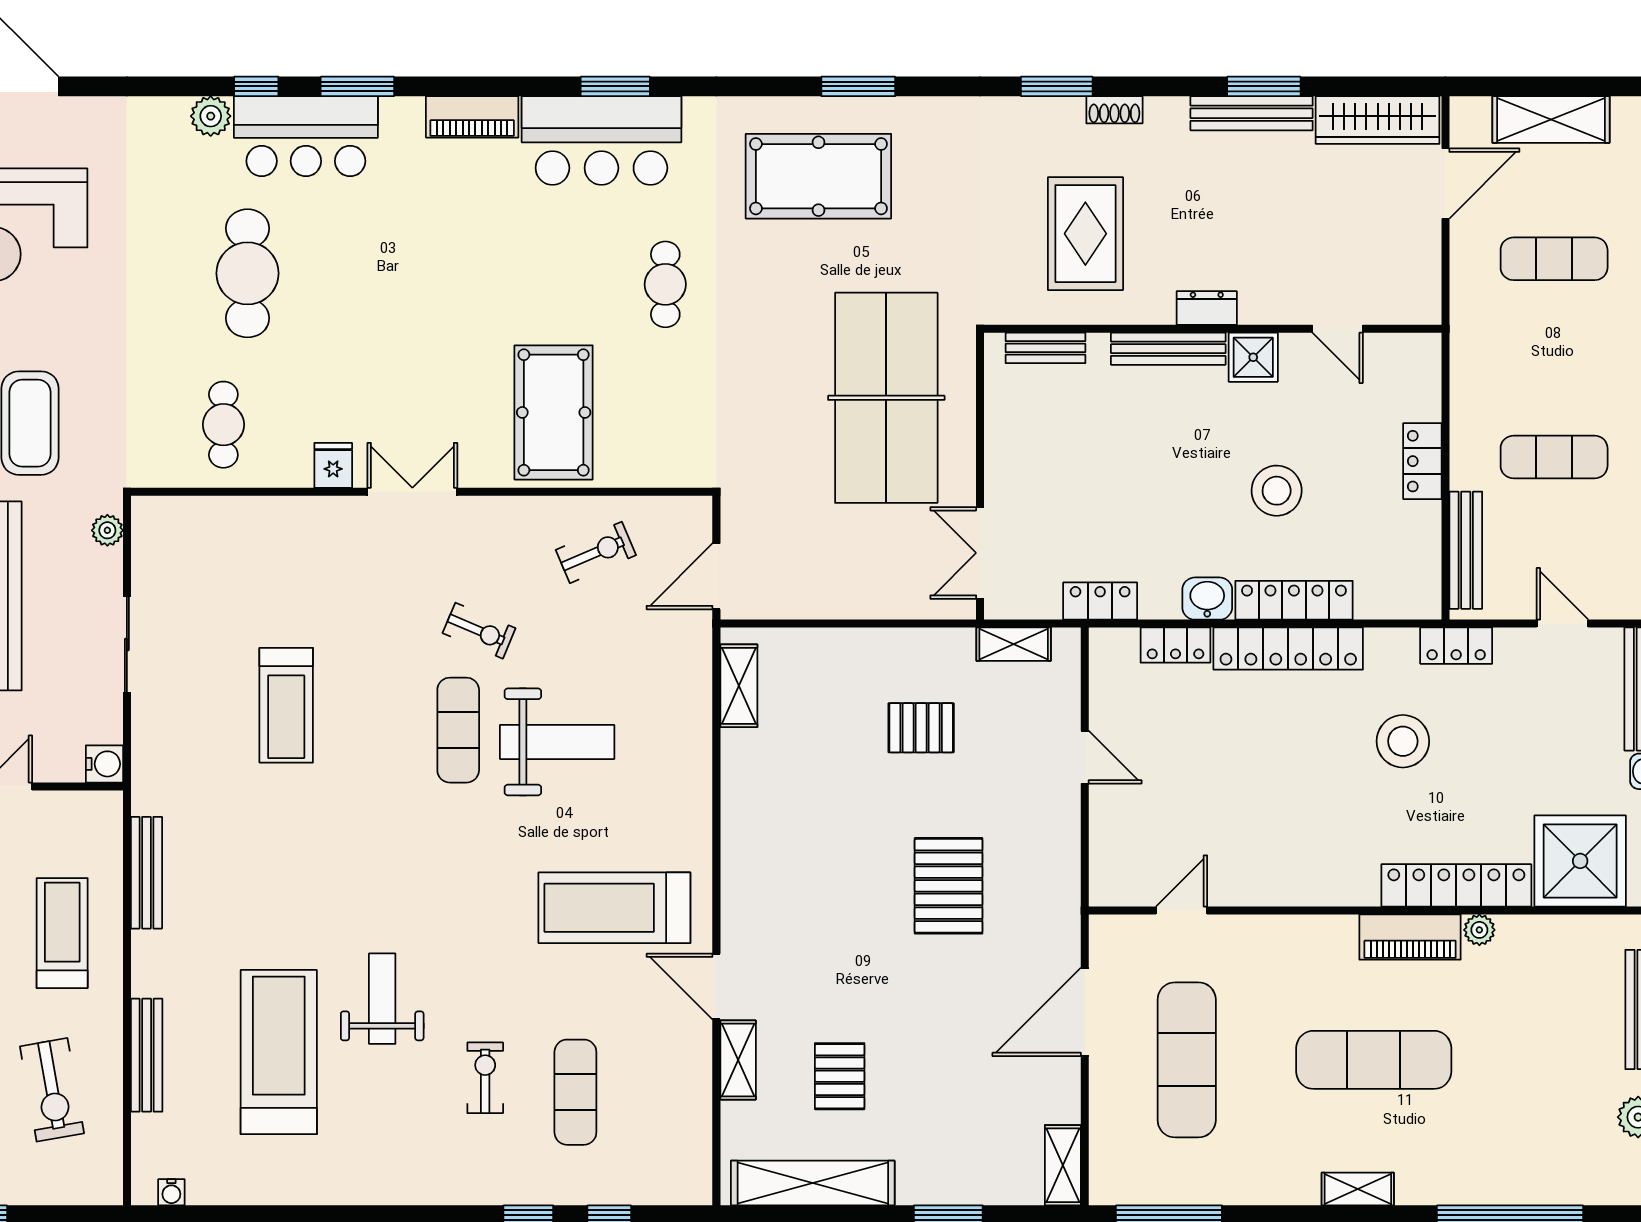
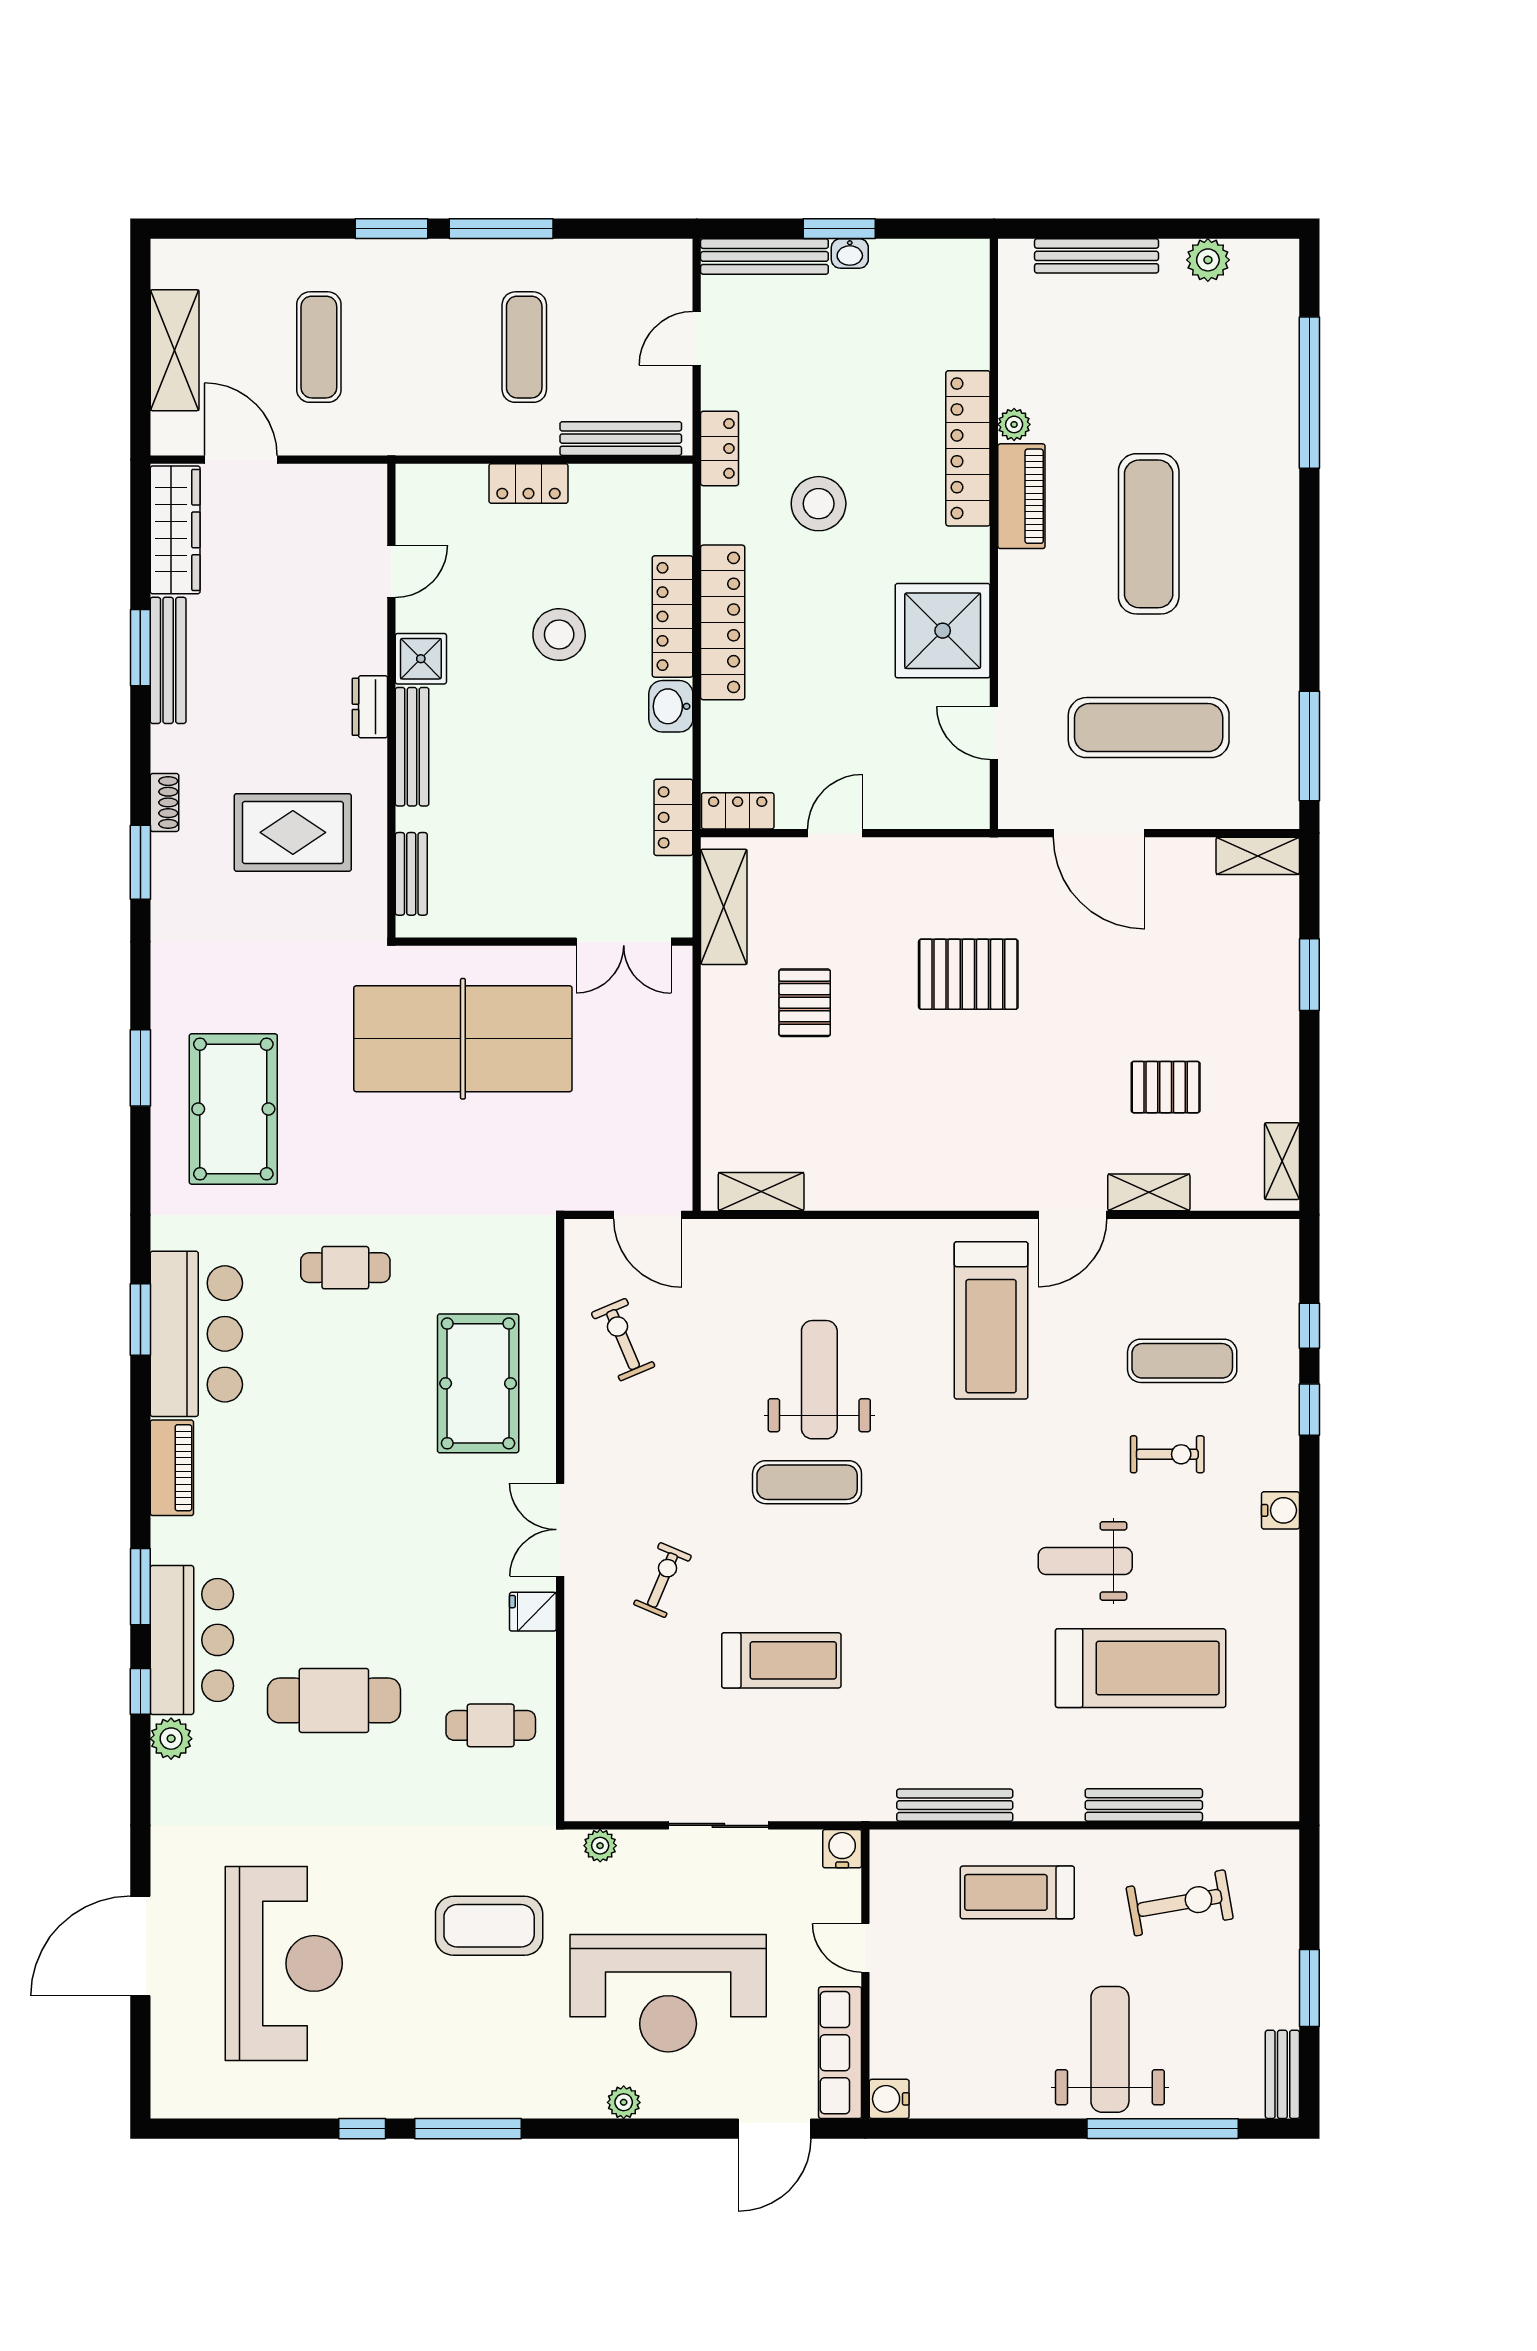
pool table: (554, 412) -> (478, 1383), turned 90
exercise bike: (479, 631) -> (663, 1580), moved
shelving: (1014, 644) -> (724, 907), width x1.50, depth x1.33
locker: (1175, 645) -> (738, 811), moved, turned -90
shower: (1580, 861) -> (943, 631), moved
treadmill: (279, 1052) -> (1141, 1668), turned 180
exercise bike: (485, 1078) -> (1167, 1454), turned 180
shelving: (813, 1183) -> (1282, 1161), width x0.45, depth x0.75
shelving: (1358, 1189) -> (1282, 550), removed
water cooler: (171, 1192) -> (1280, 1510), moved, width x1.38, depth x1.38

